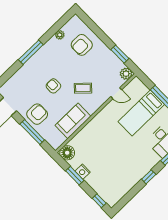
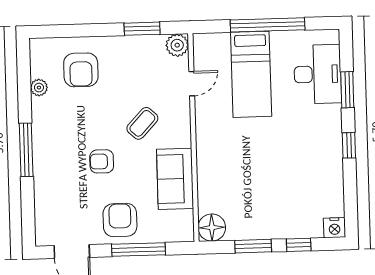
nightstand: (83, 172) -> (335, 228), moved
window: (99, 201) -> (299, 245), moved

